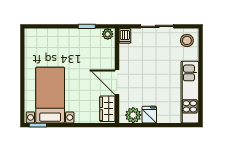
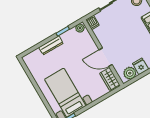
dresser: (65, 34) -> (51, 45), added

